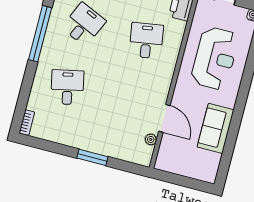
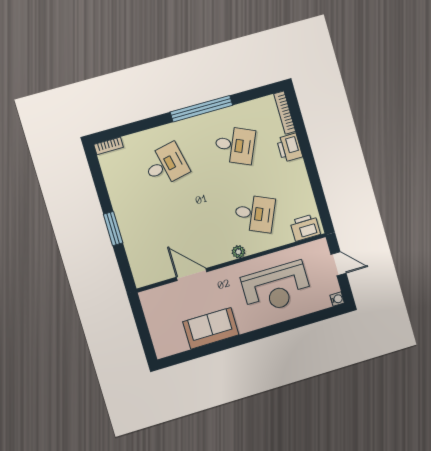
desk: (146, 41) -> (255, 214), turned 33
door: (164, 118) -> (192, 275), swing flipped
plant: (151, 139) -> (238, 252), moved

